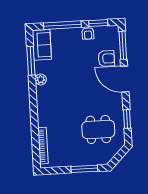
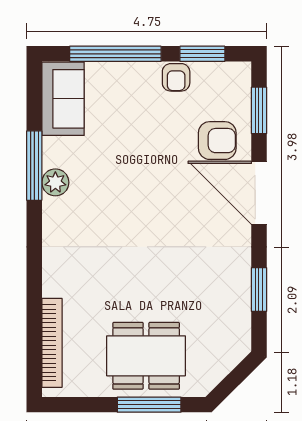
window: (123, 45) -> (259, 110), width x0.69
window: (31, 61) -> (34, 166), moved
dining table: (98, 129) -> (146, 356), moved

